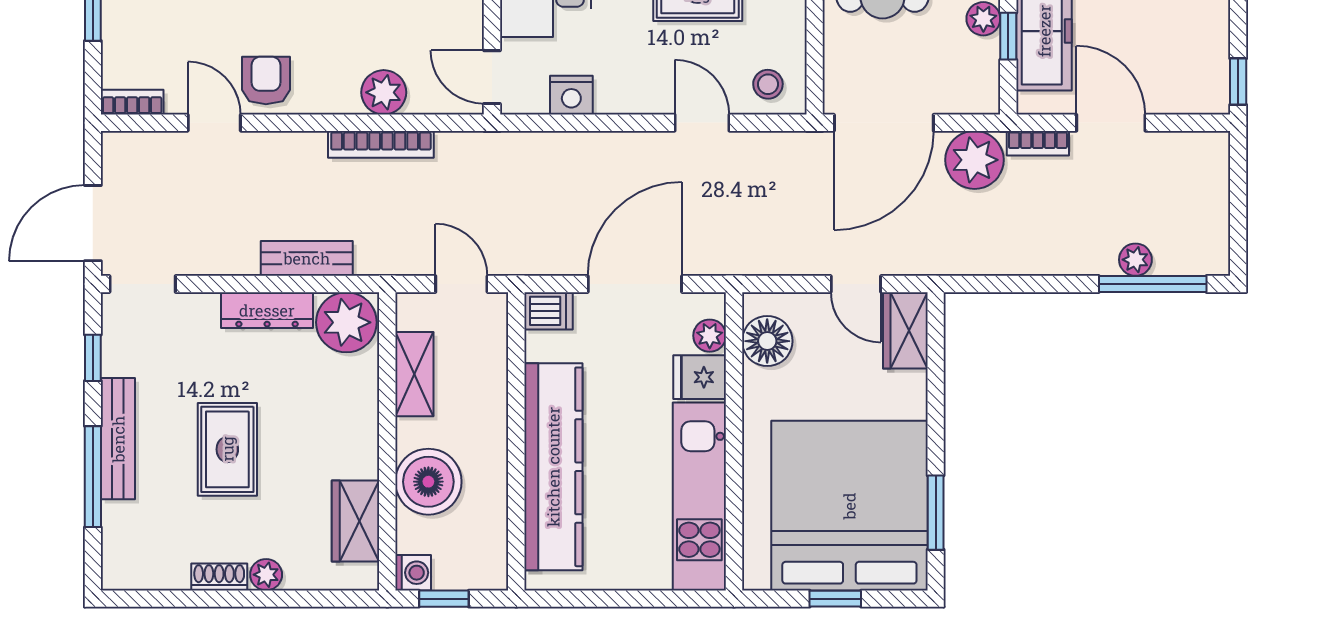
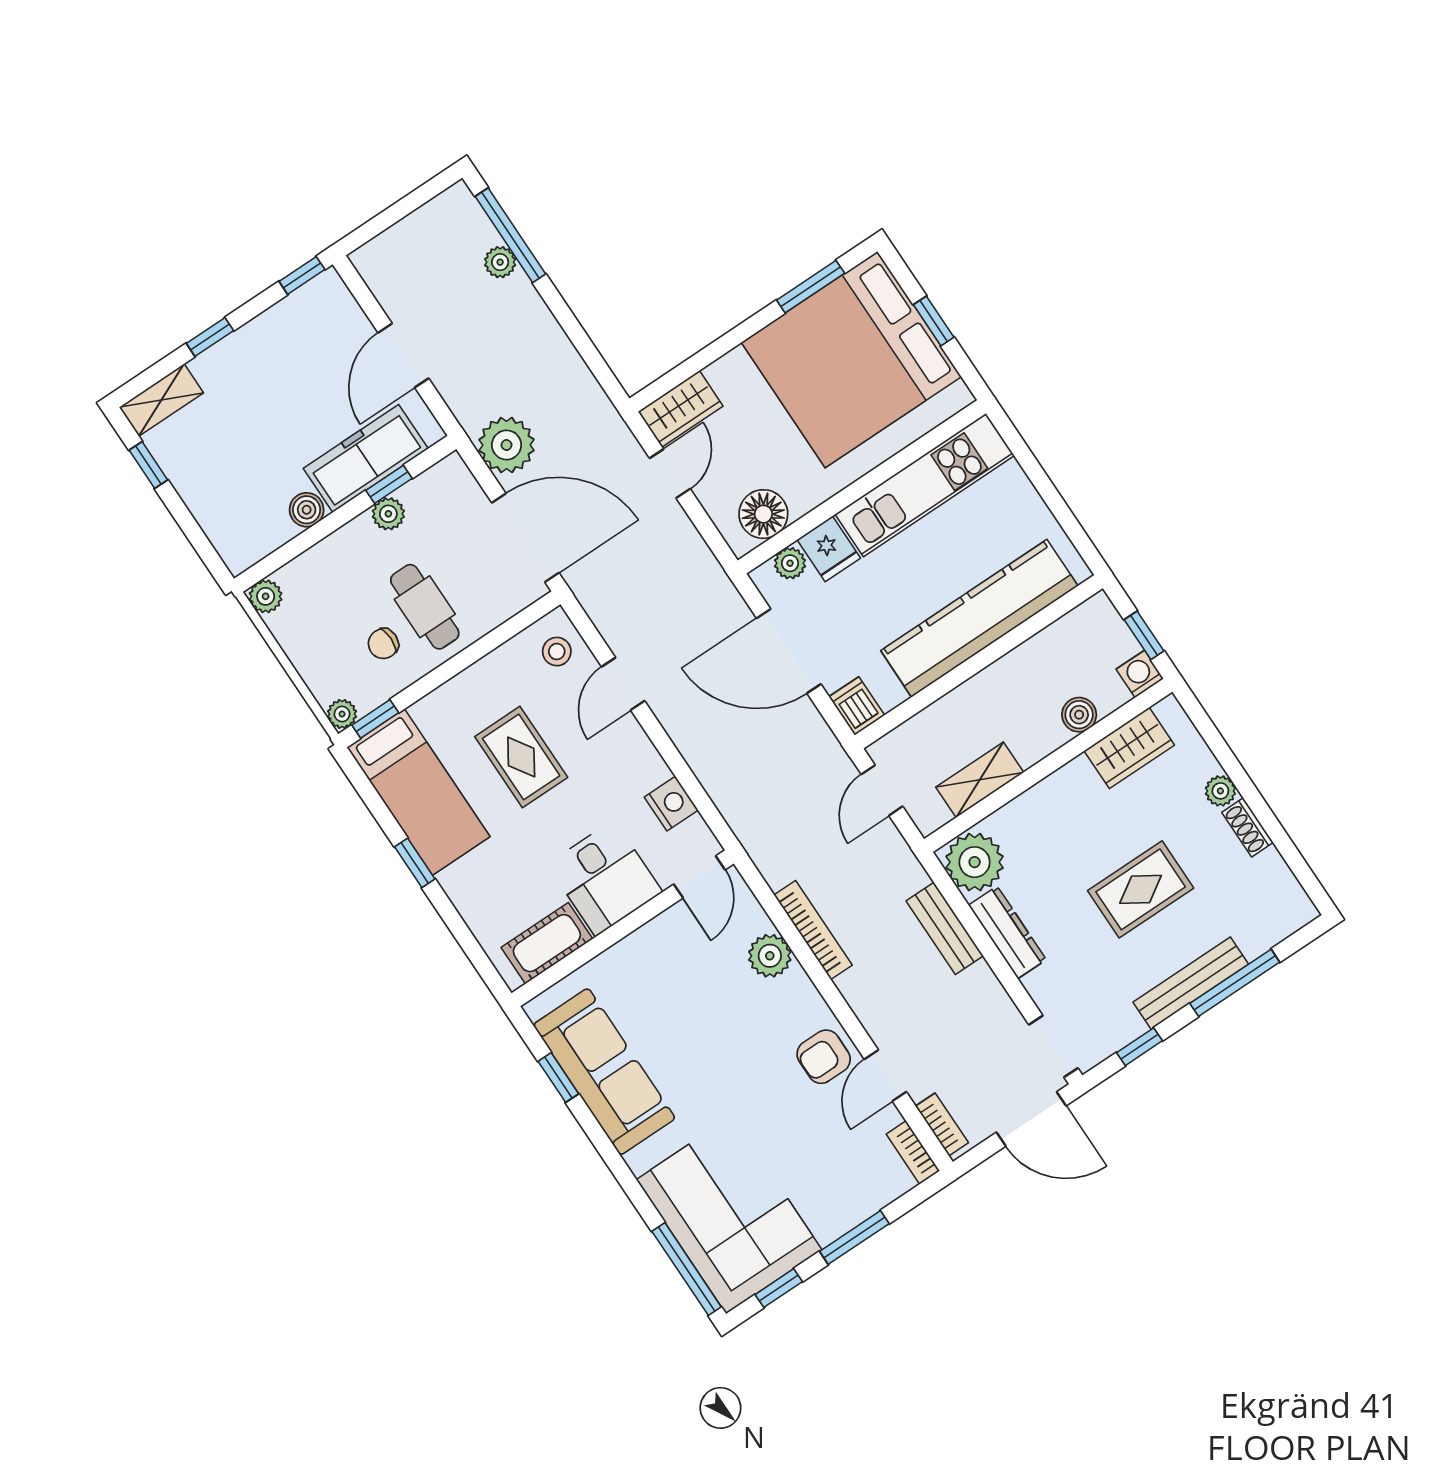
bookcase: (1038, 143) -> (942, 1124), moved
boiler: (428, 482) -> (1079, 715), width x0.54, depth x0.54

